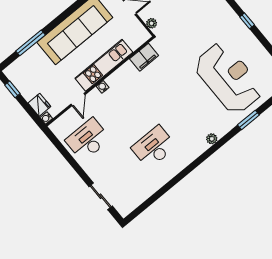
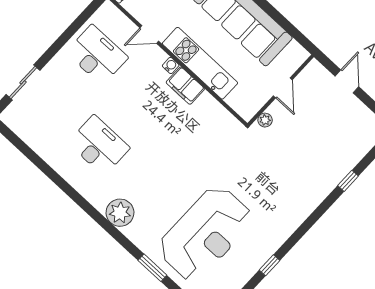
window: (247, 21) -> (270, 265), moved
filing cabinet: (144, 57) -> (185, 86), moved
plant: (212, 139) -> (120, 213), width x1.88, depth x1.88

